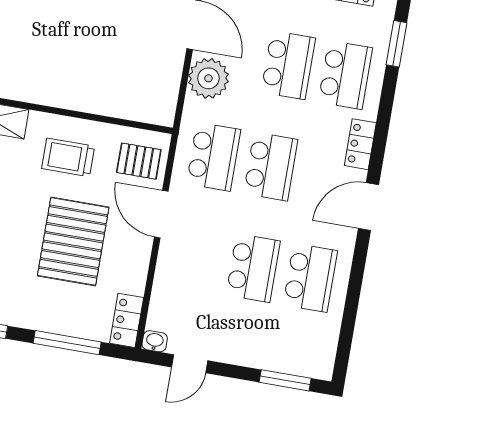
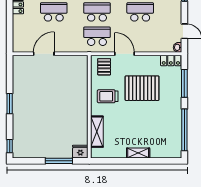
plant: (208, 78) -> (65, 44), removed
trolley: (68, 157) -> (108, 96), turned 90
door: (161, 214) -> (124, 54), swing flipped

